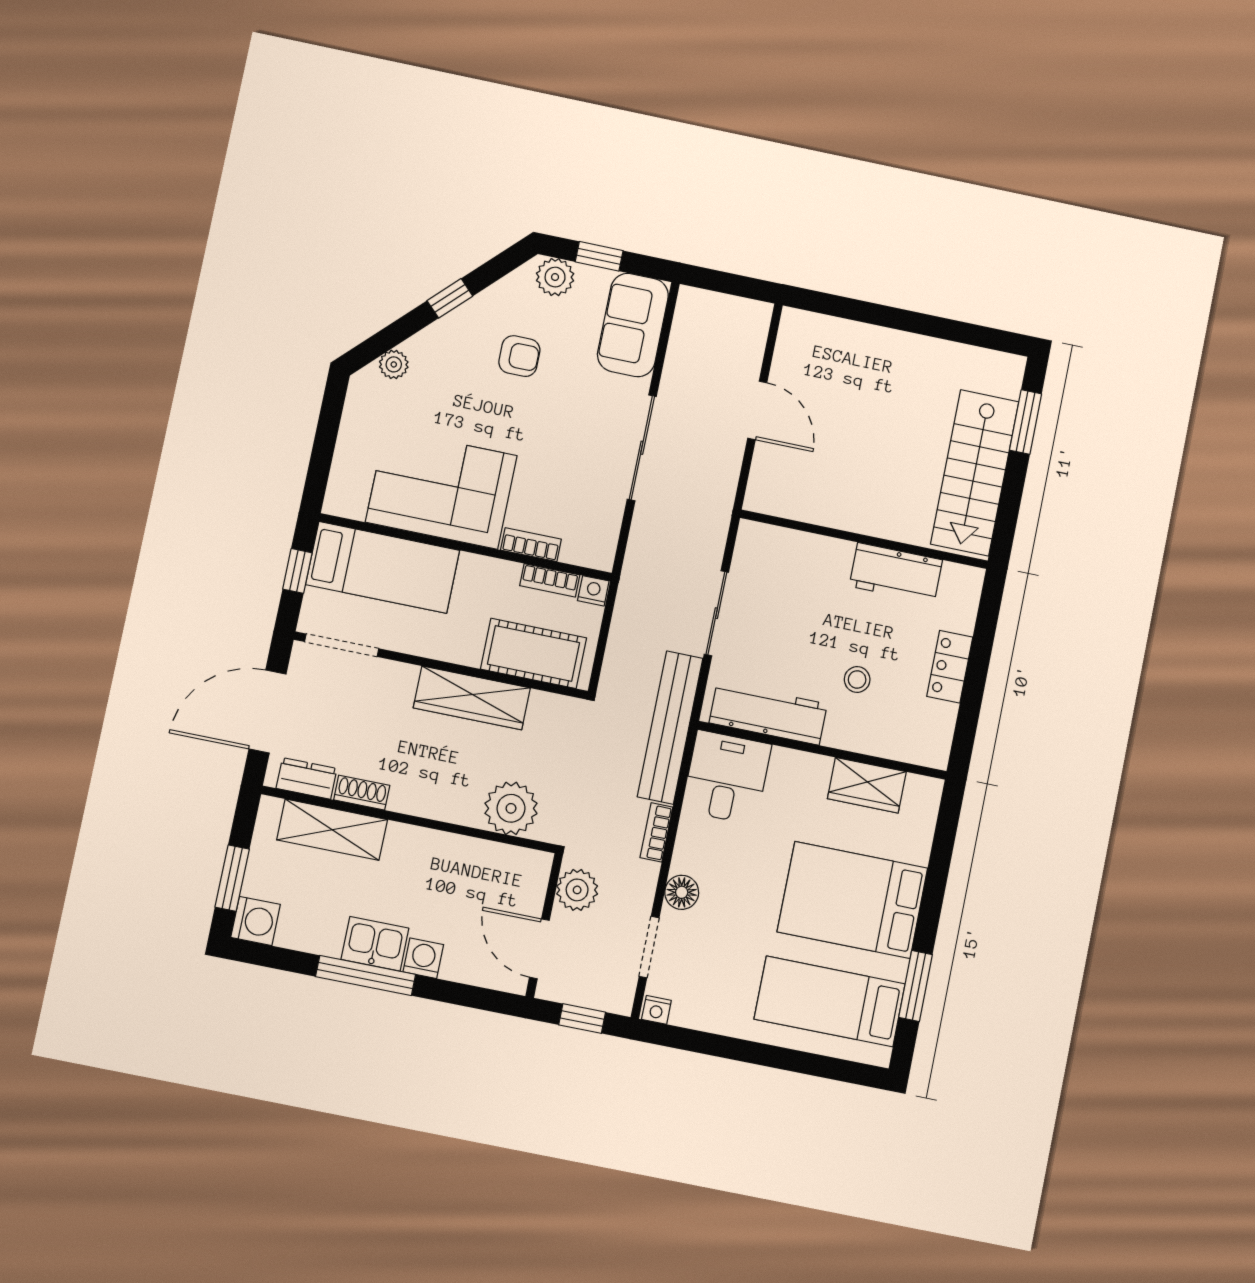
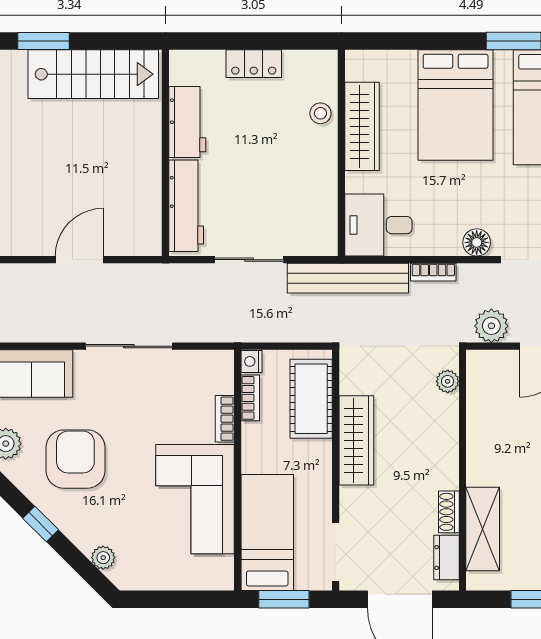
armchair: (519, 356) -> (75, 459), width x1.88, depth x1.88
window: (297, 571) -> (284, 599), width x1.50
stool: (857, 679) -> (320, 113), moved
workbench: (768, 713) -> (186, 206), moved, turned 180
wardrobe: (867, 785) -> (362, 126), width x1.50
plant: (511, 808) -> (448, 381), width x0.53, depth x0.53

